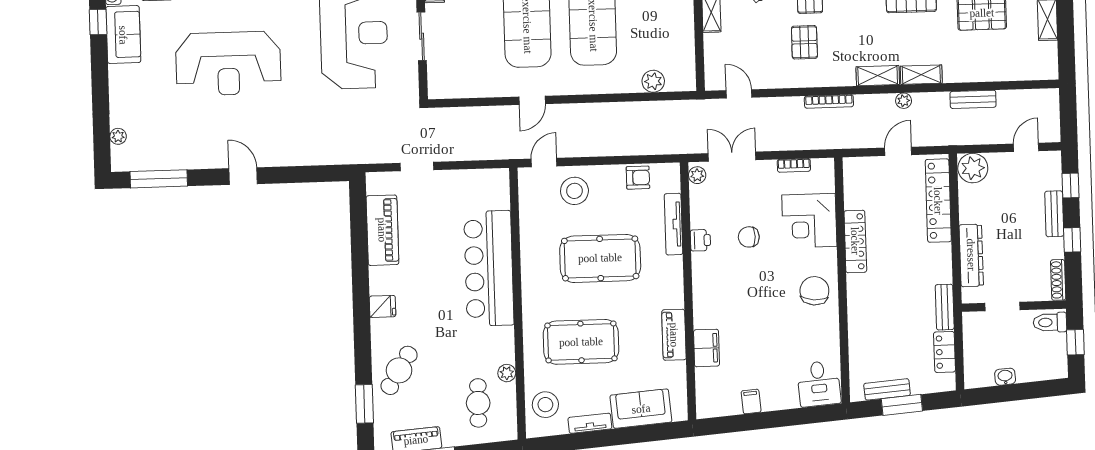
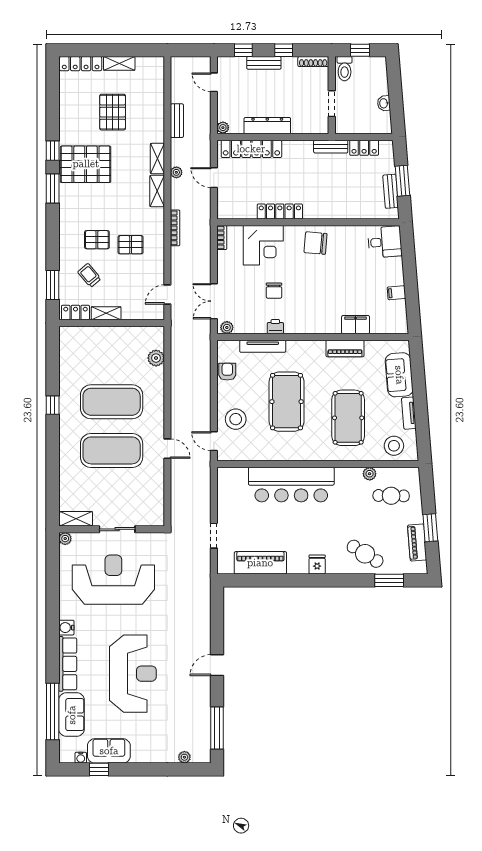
bookcase: (794, 165) -> (222, 238), moved
plant: (973, 168) -> (223, 128), width x0.53, depth x0.53
dresser: (971, 255) -> (267, 126), moved

